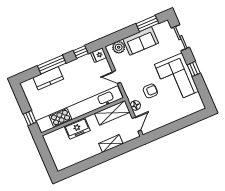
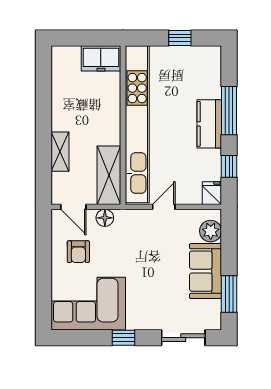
kitchen counter: (48, 78) -> (209, 124), moved
corner sofa: (177, 78) -> (88, 304), moved
armchair: (150, 91) -> (78, 252), moved
window: (30, 118) -> (180, 38), moved
freezer: (77, 128) -> (101, 58), moved, turned -90

